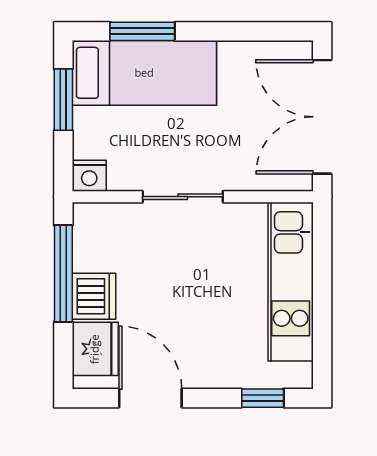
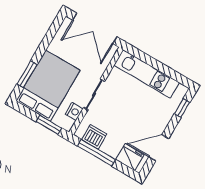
bed: (144, 73) -> (48, 86), width x1.50
window: (63, 100) -> (49, 125), moved
nightstand: (89, 176) -> (74, 111), moved
dishwasher: (94, 296) -> (94, 137), moved

